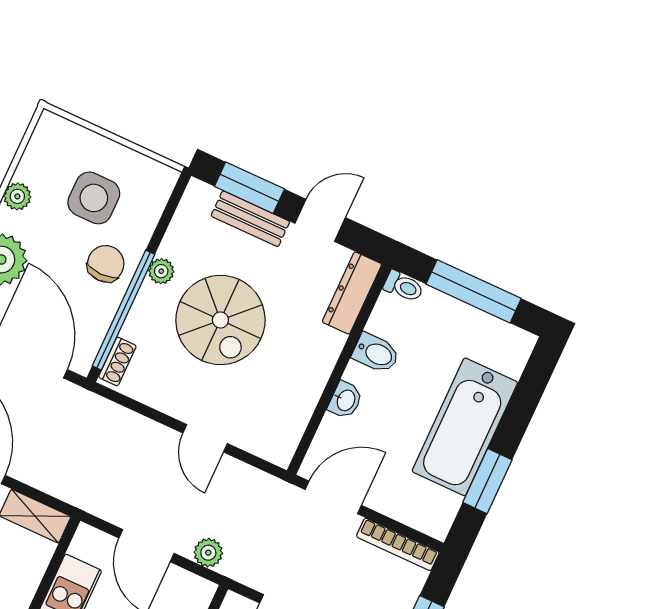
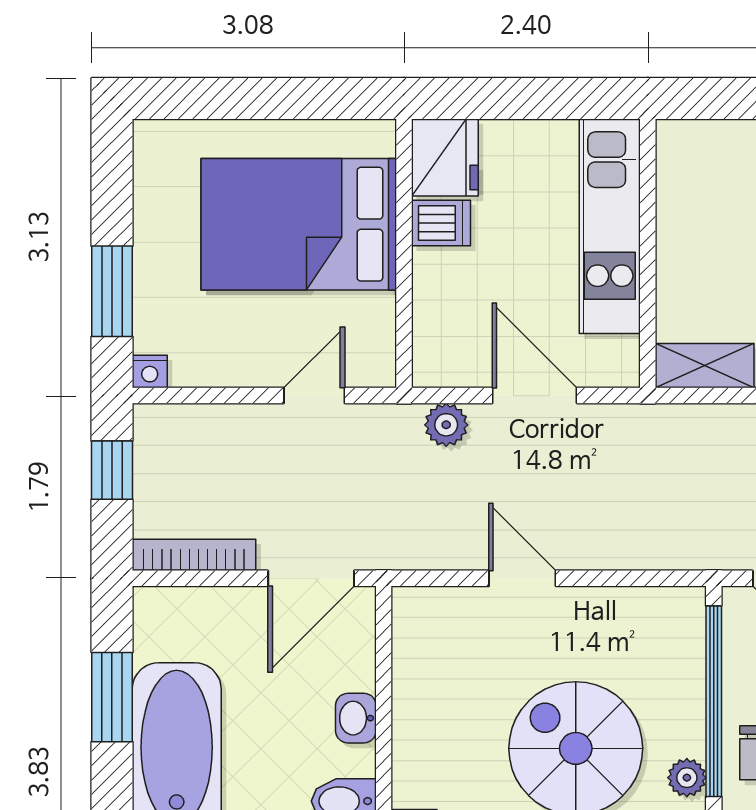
shoe rack: (117, 361) -> (690, 627), removed

